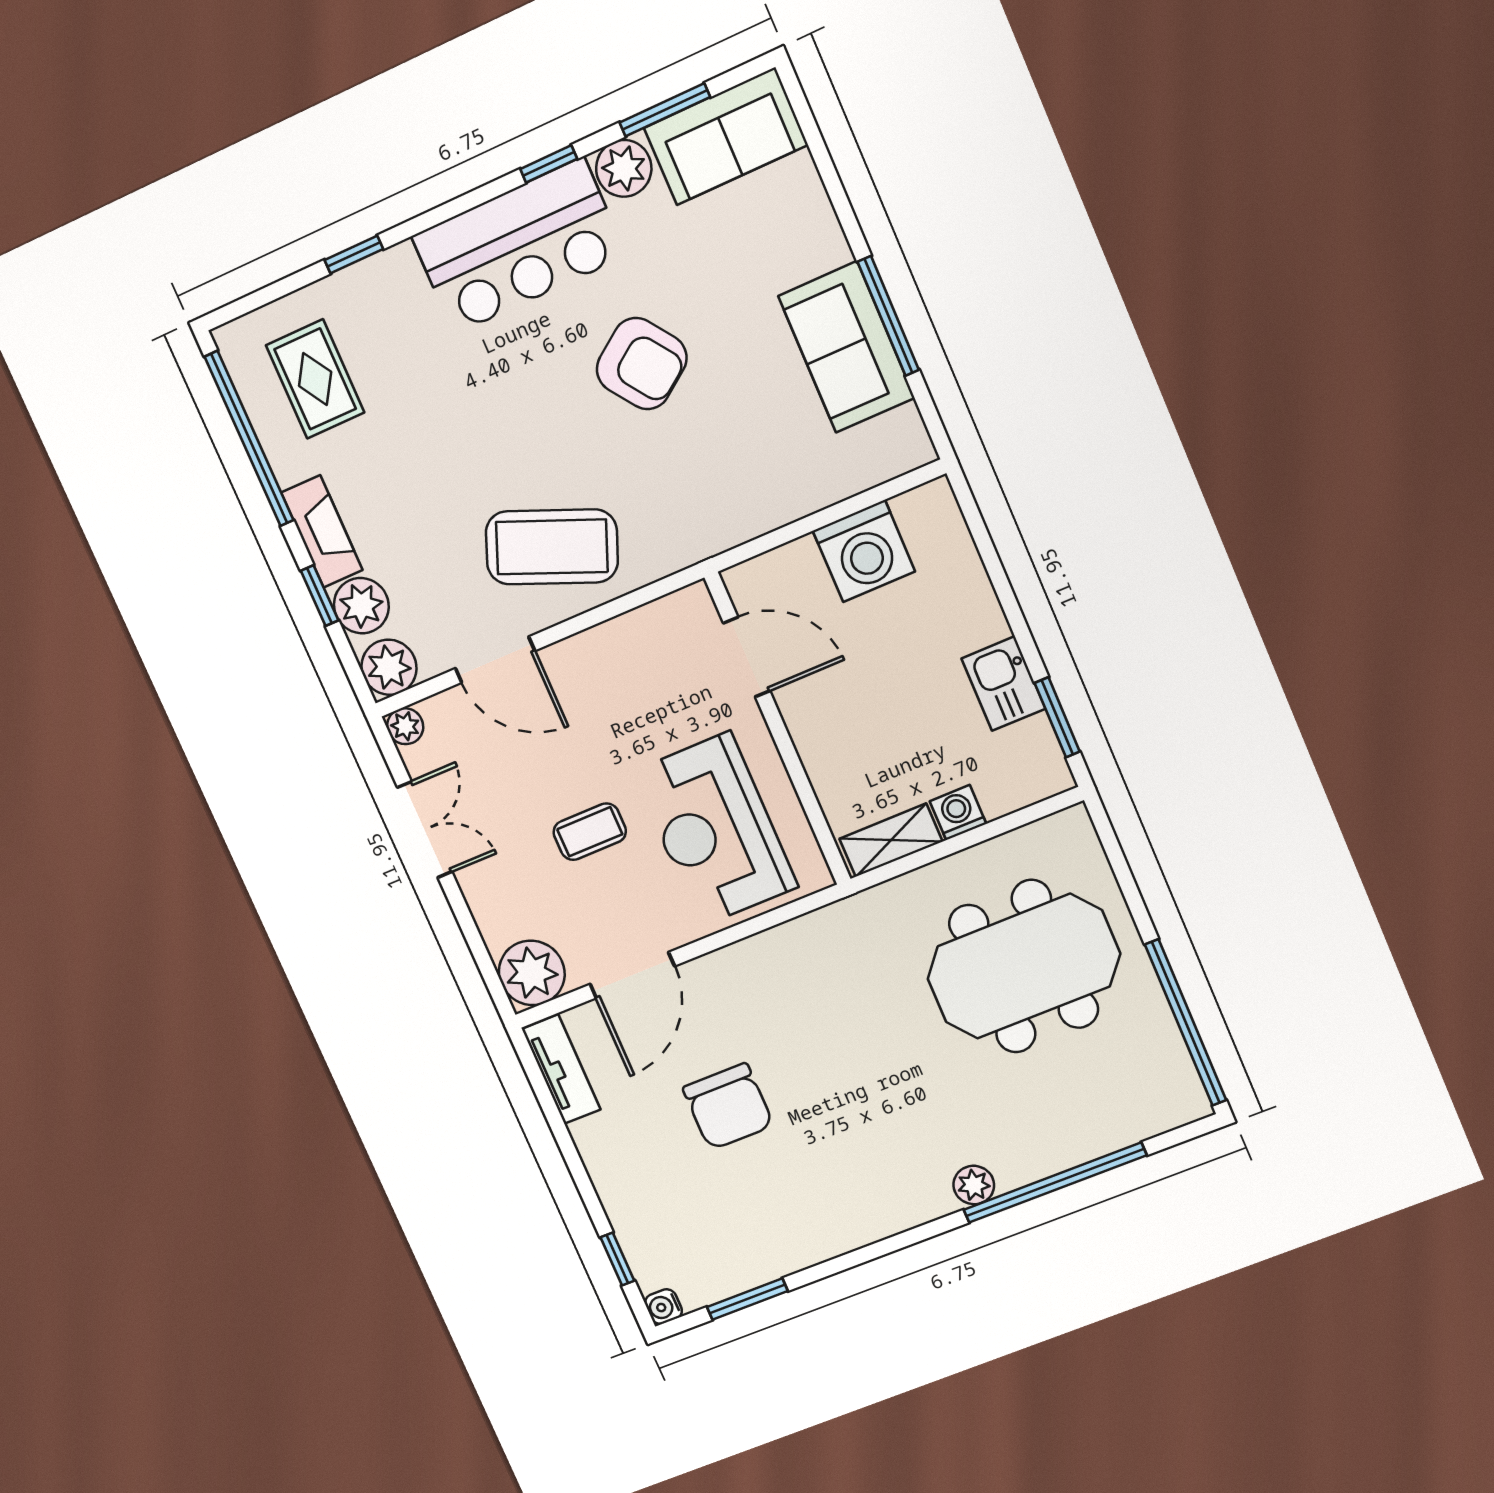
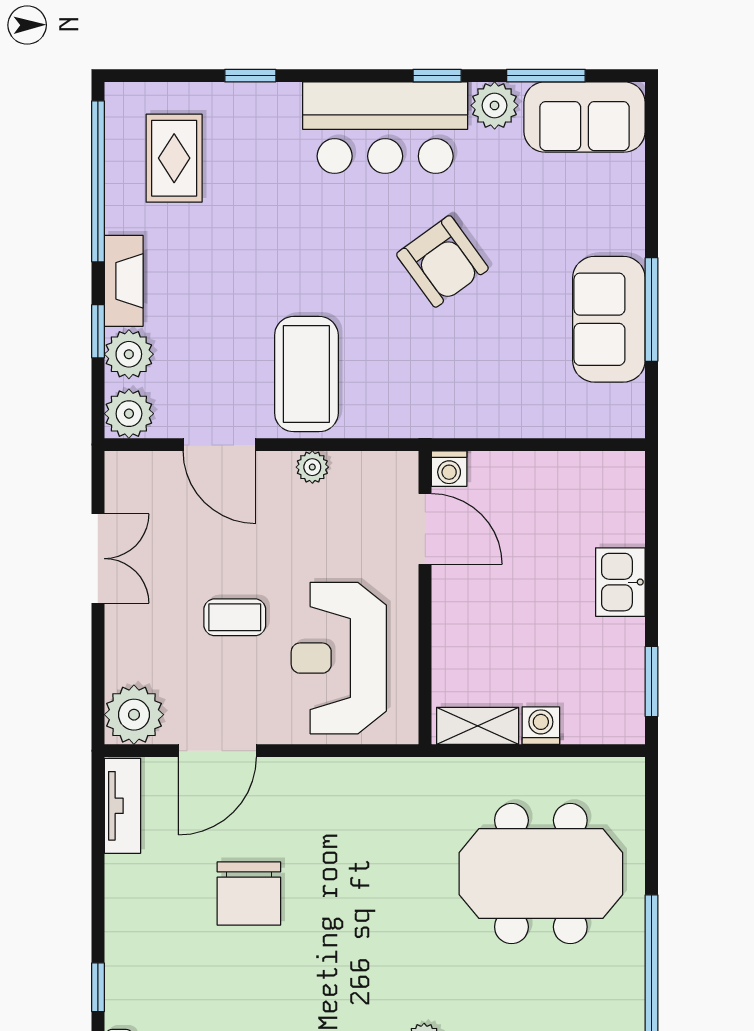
coffee table: (552, 547) -> (306, 374), turned 68
washing machine: (864, 551) -> (449, 469), moved, width x0.53, depth x0.53
kitchen sink: (1003, 684) -> (620, 582), moved
plant: (405, 726) -> (312, 467), moved

